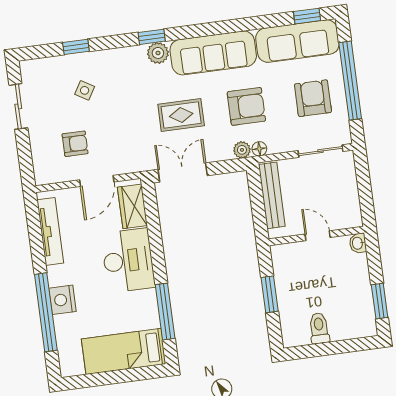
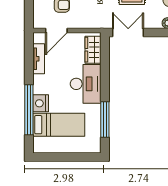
door: (97, 181) -> (56, 30), moved
tv unit: (50, 231) -> (39, 59), width x0.71
bed: (124, 351) -> (59, 125), moved, turned 180

